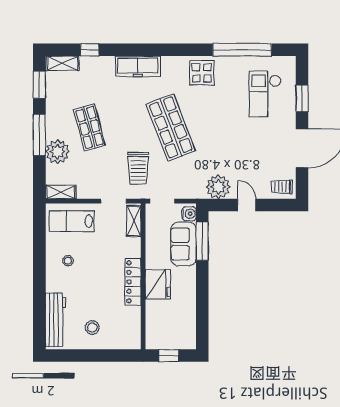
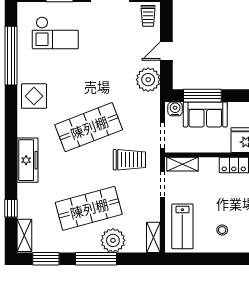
shop shelf: (90, 127) -> (89, 208), width x1.43, depth x1.36

